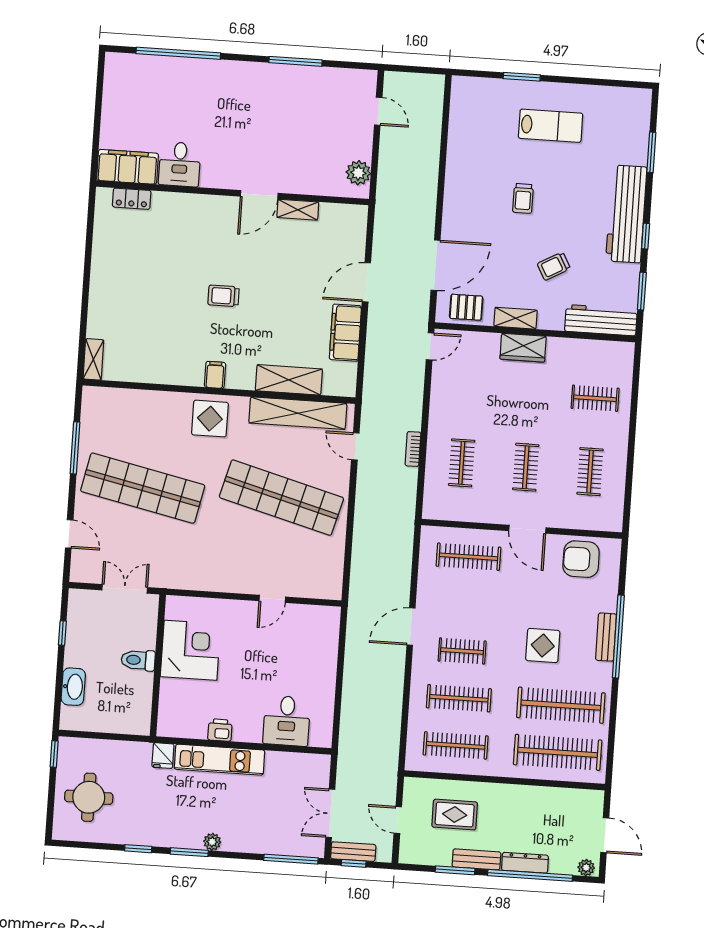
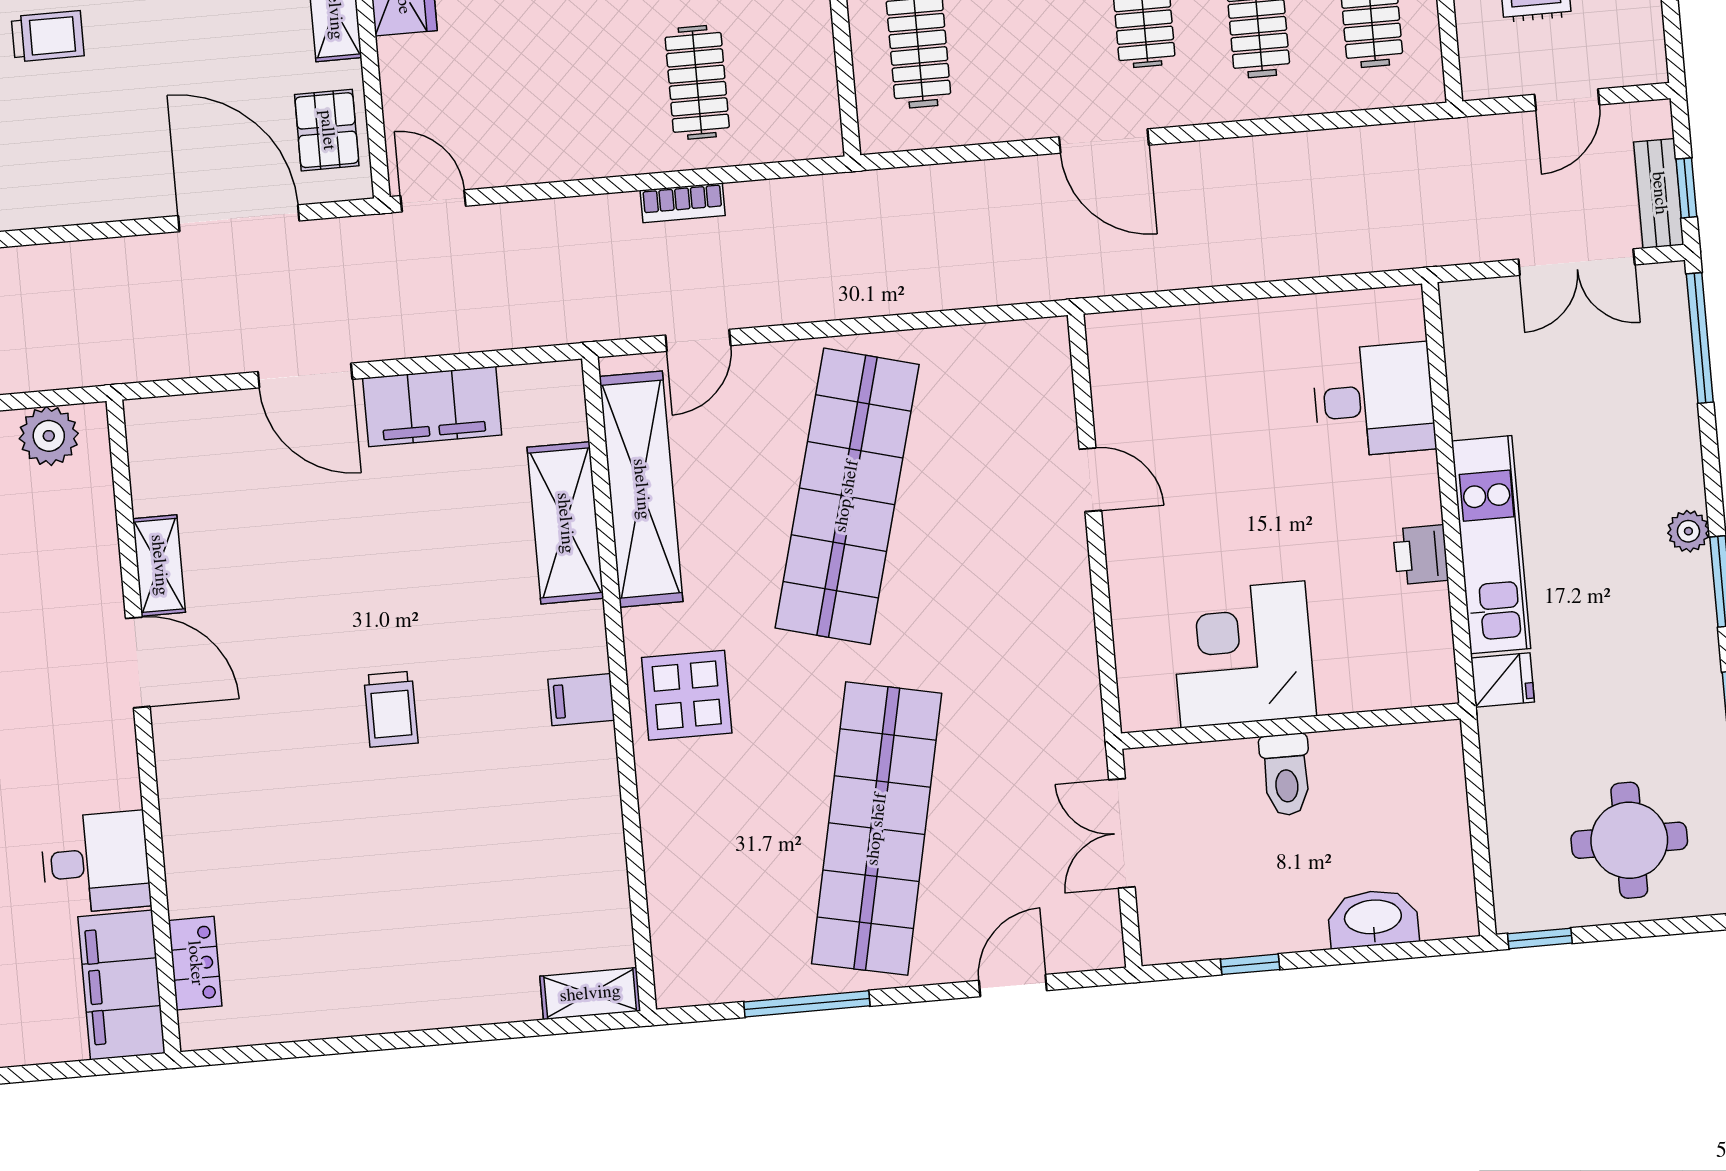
clothes rail: (462, 463) -> (697, 82), turned 90

